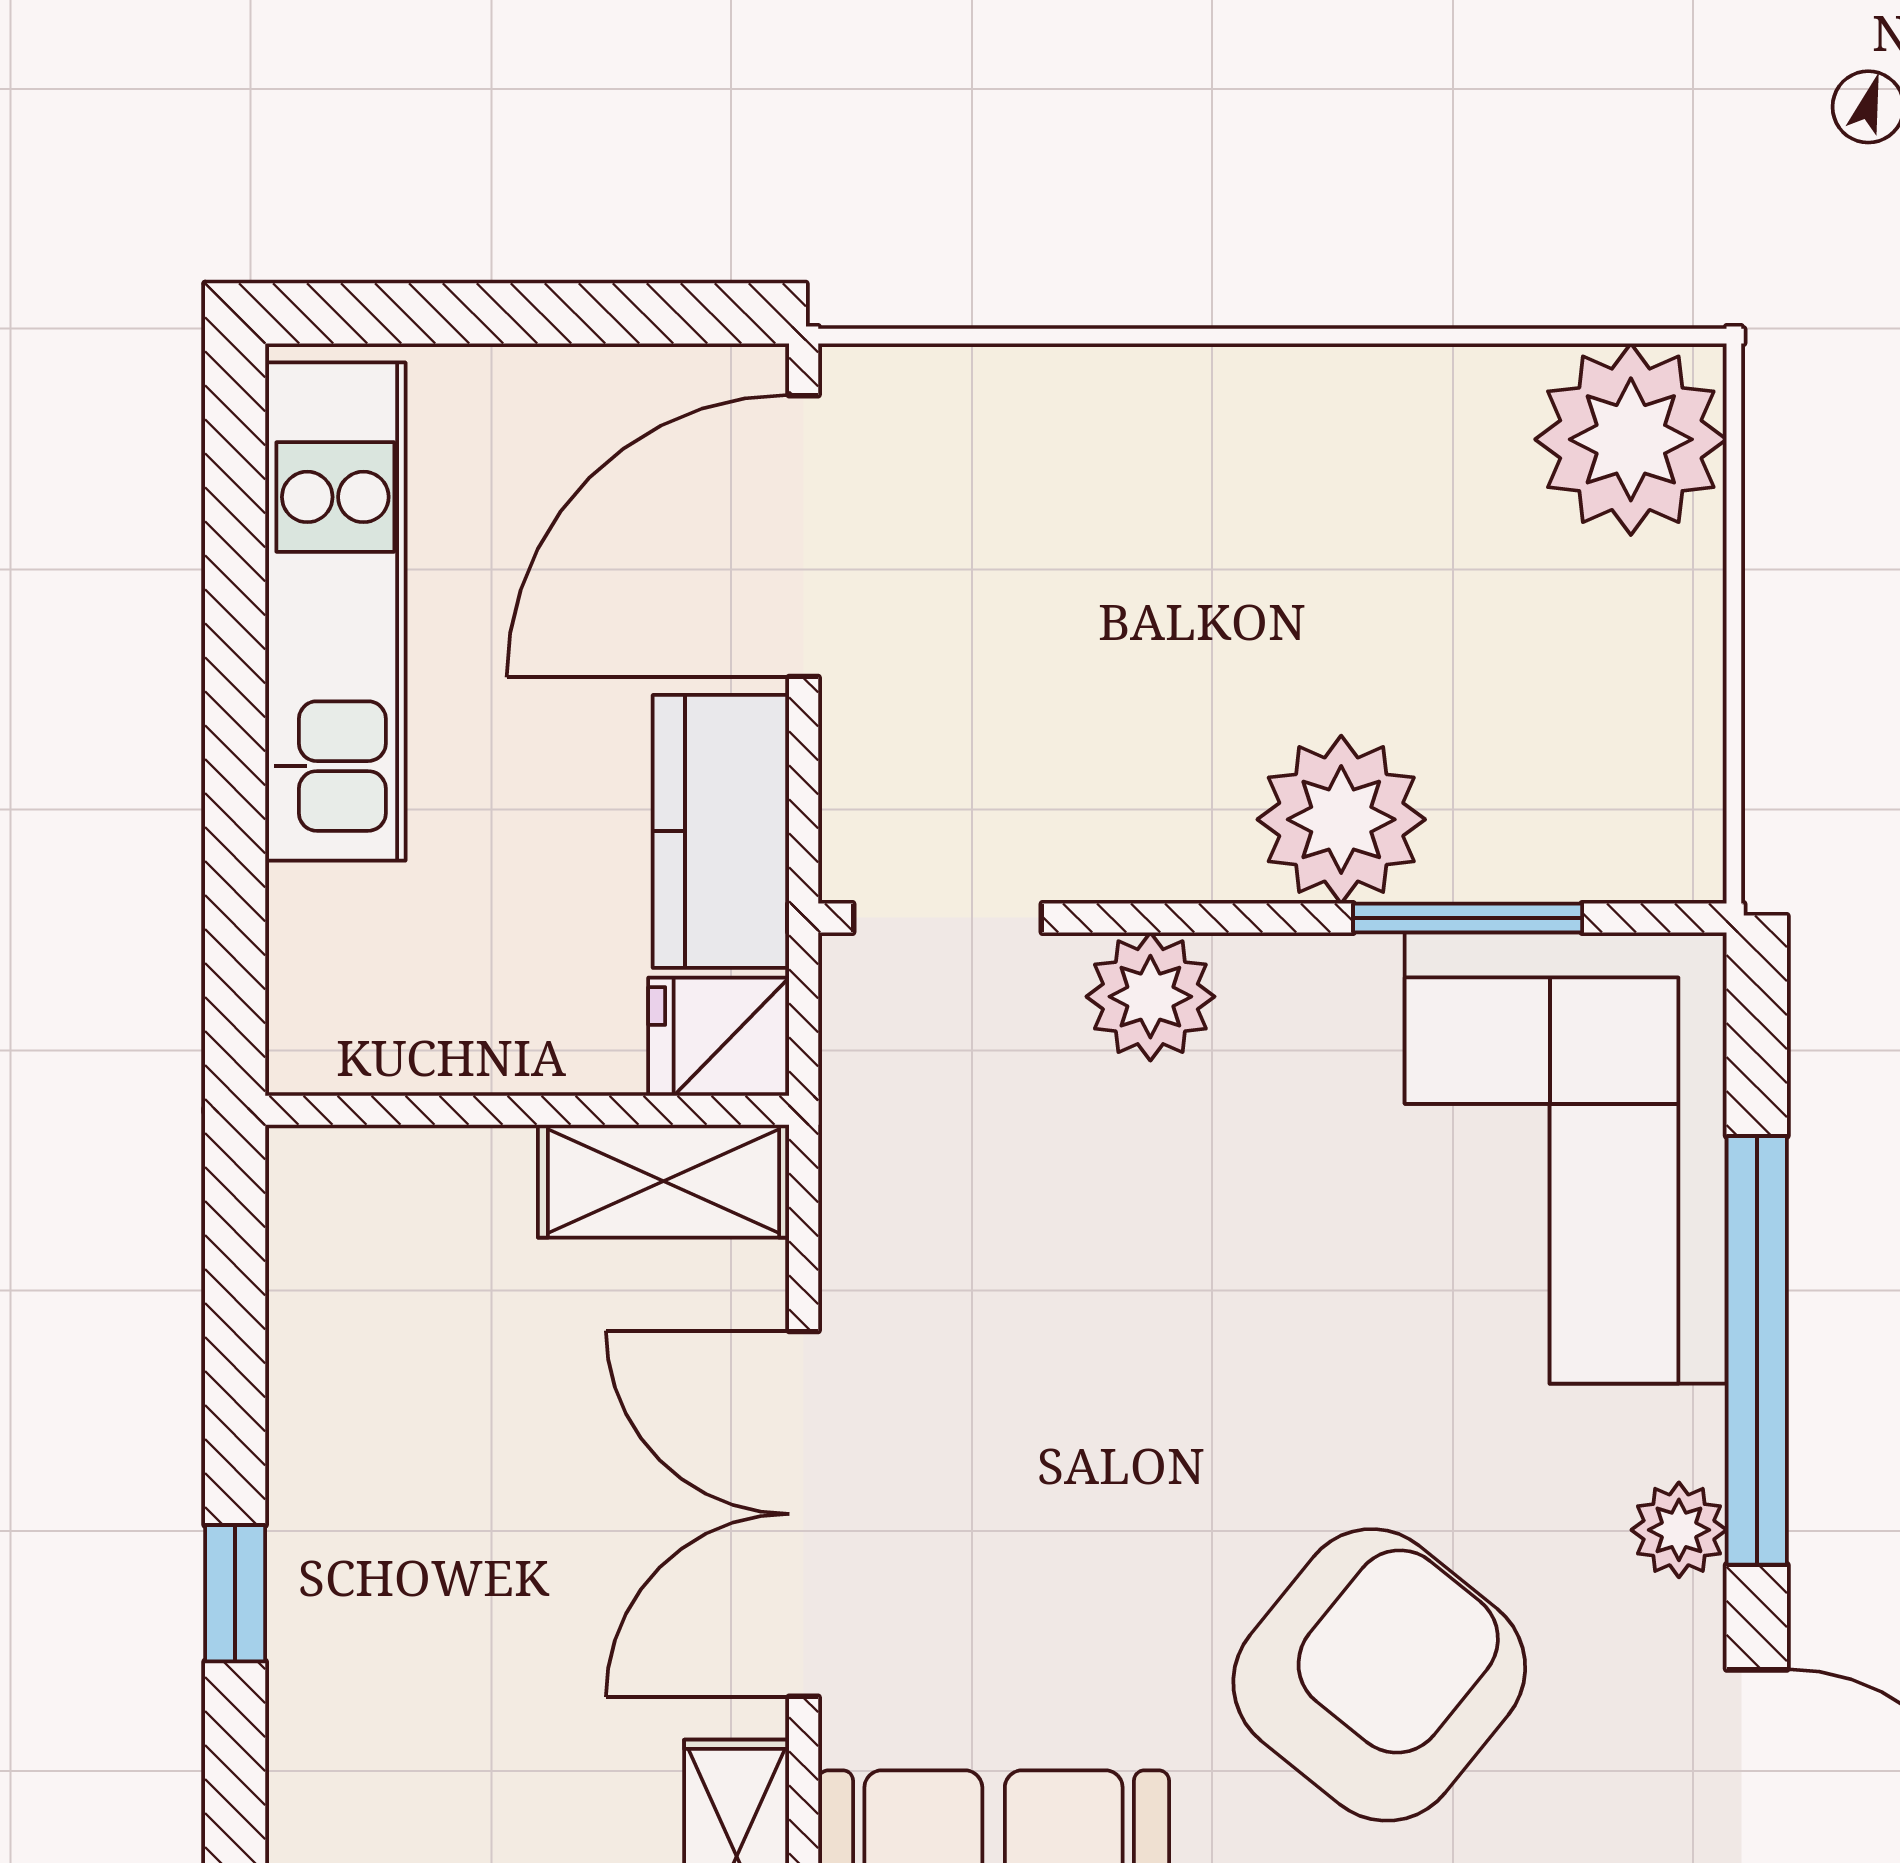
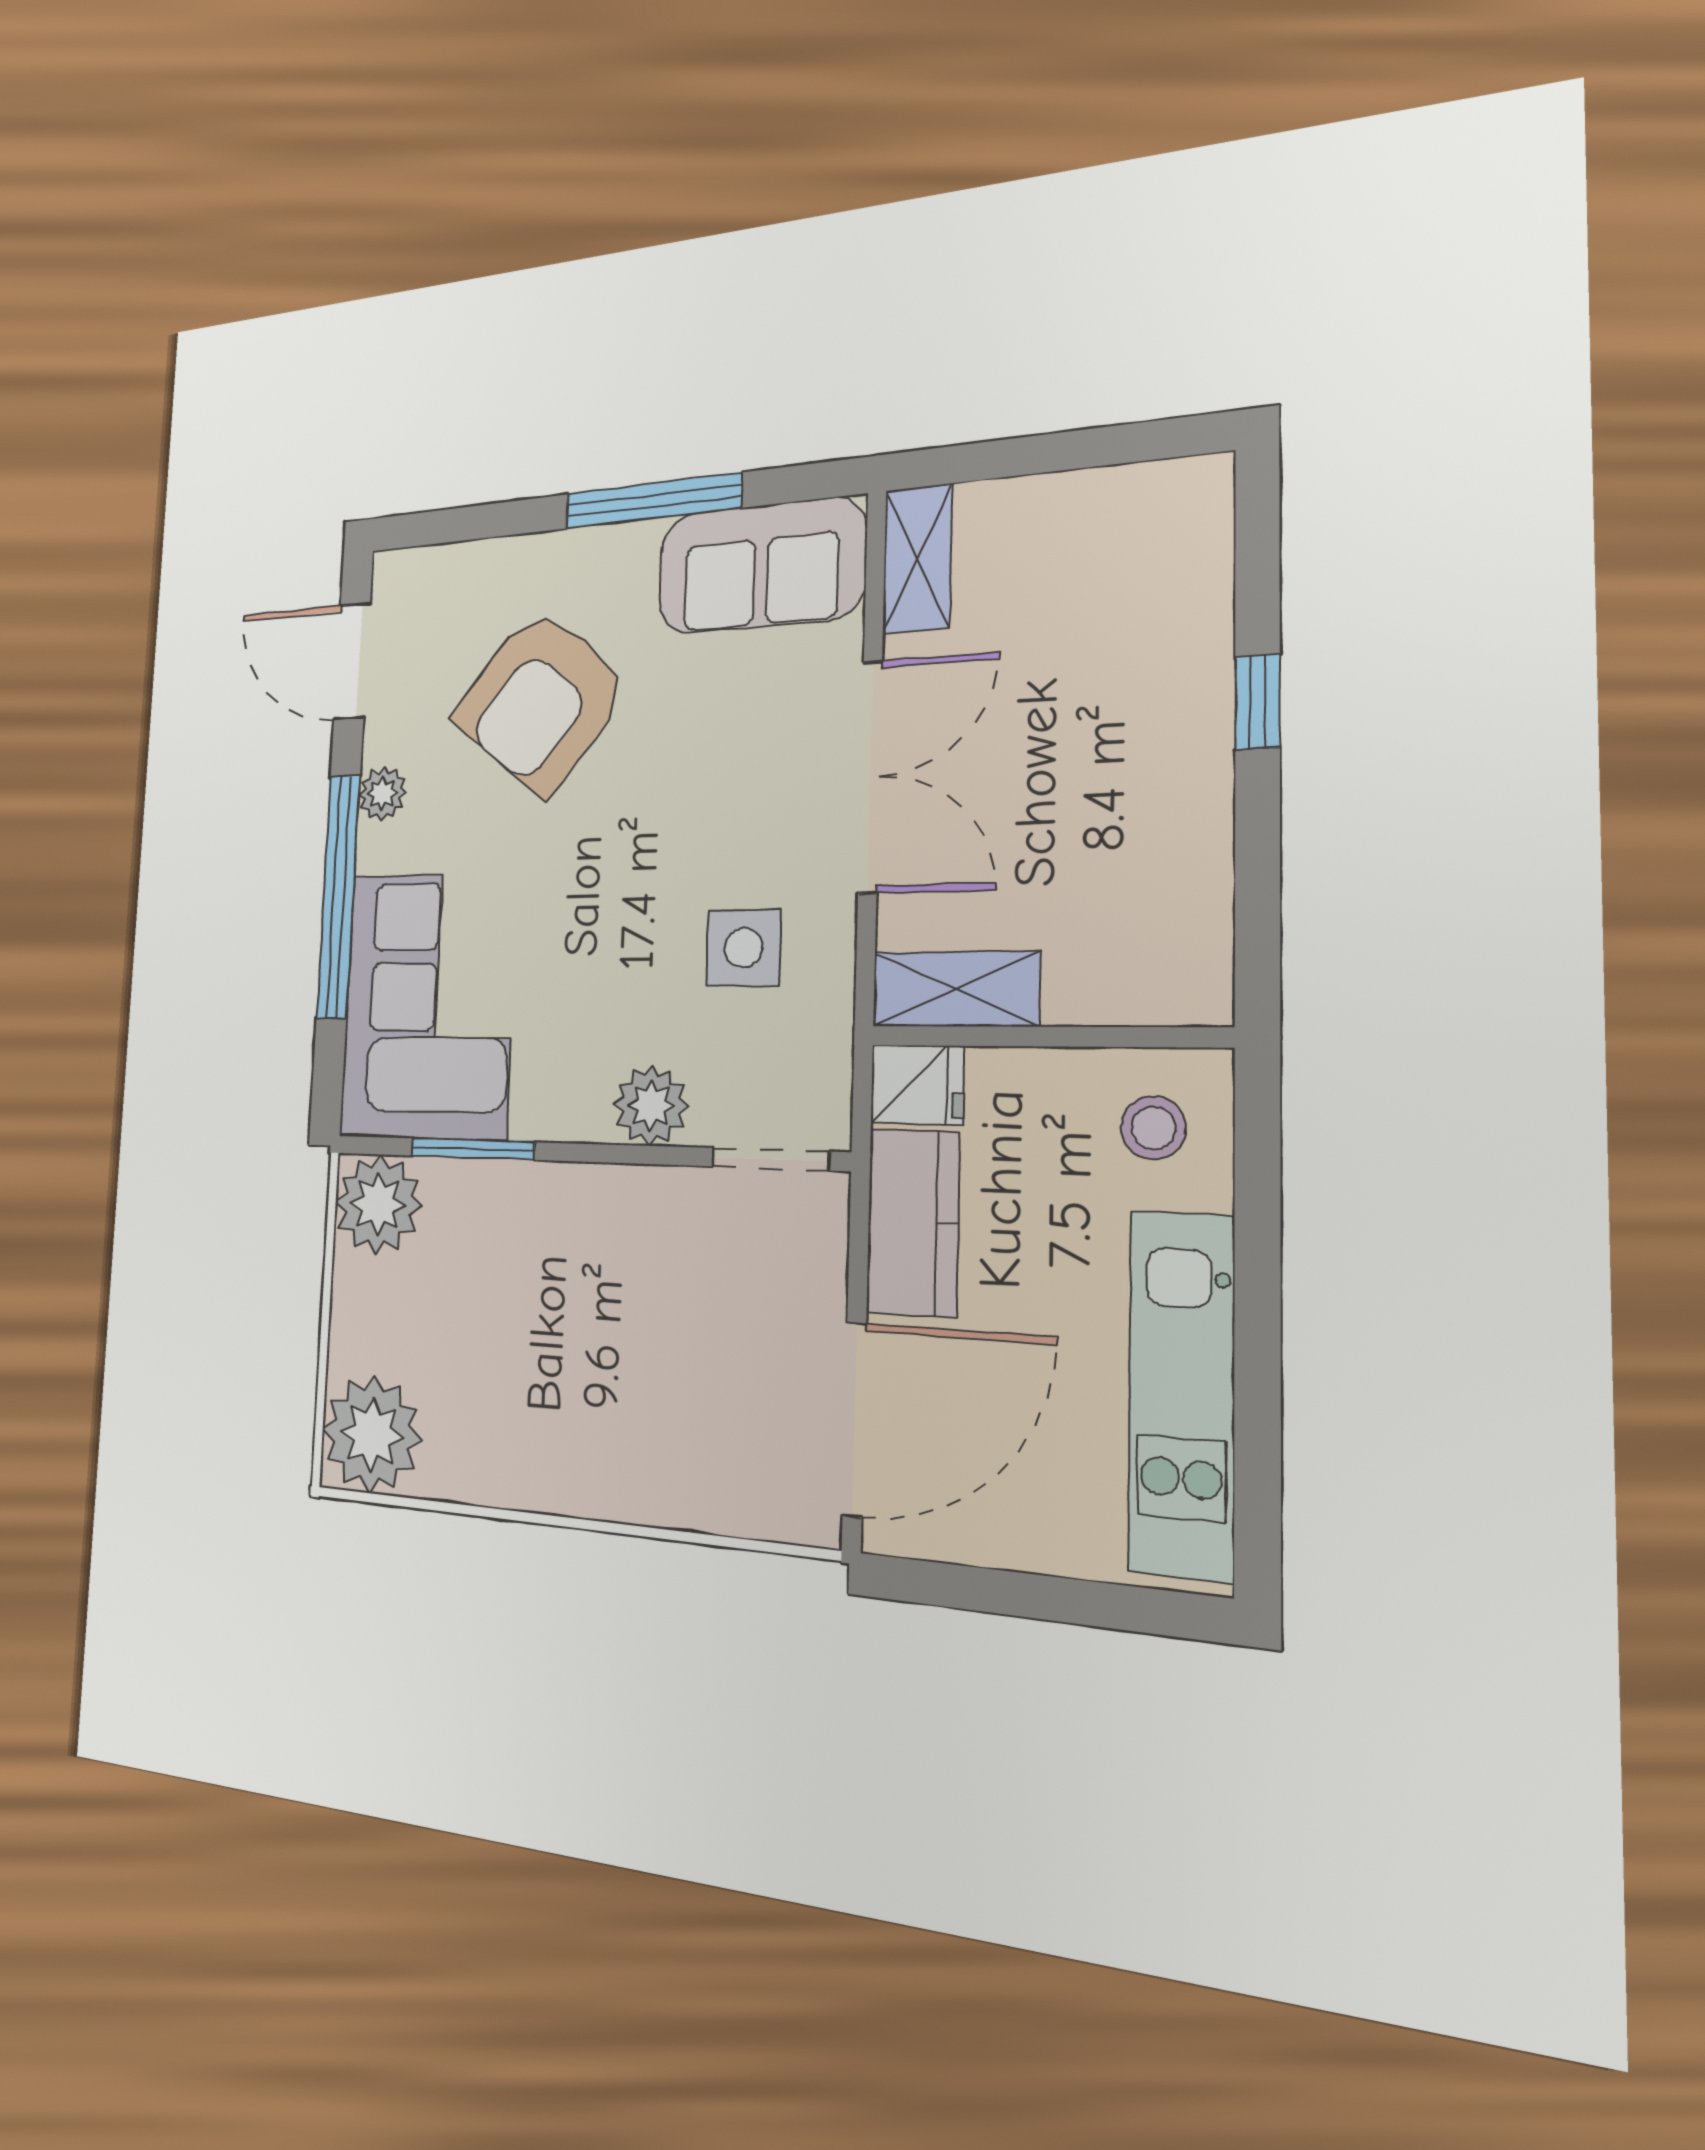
plant: (1341, 819) -> (378, 1204), moved
stool: (375, 980) -> (1153, 1128), added
side table: (1003, 1248) -> (743, 948), added

